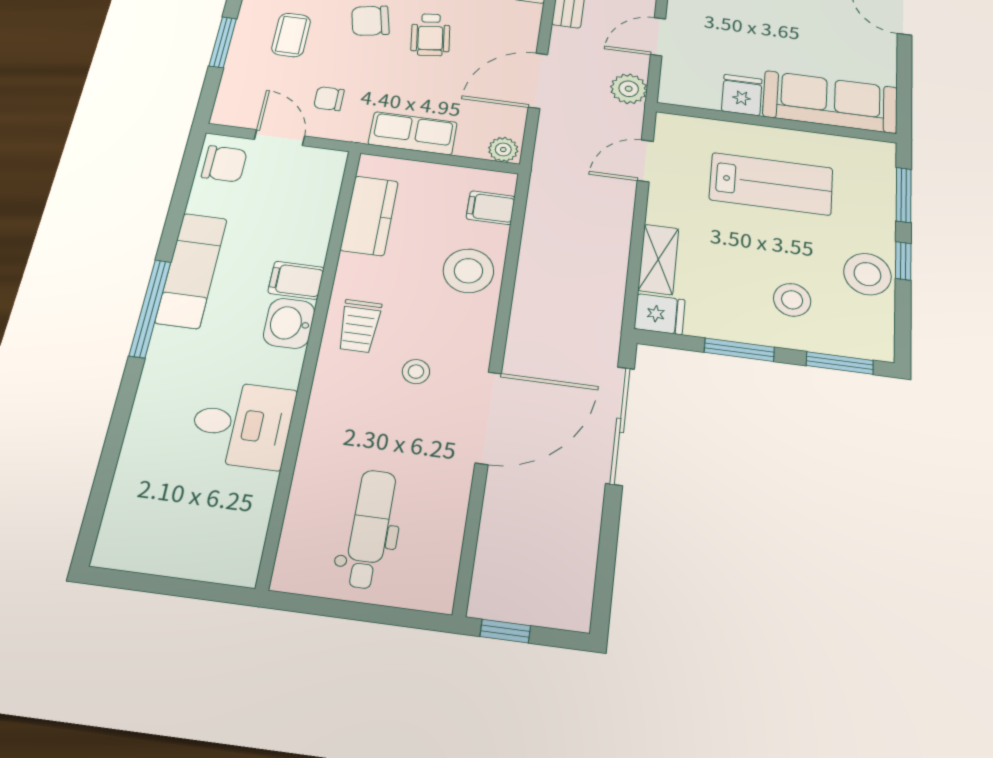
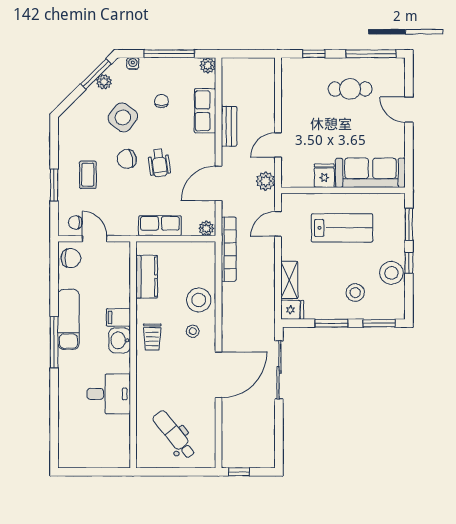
chair: (329, 99) -> (75, 222), moved
bookcase: (542, 190) -> (229, 249), added
filing cabinet: (491, 208) -> (205, 263), removed
stool: (416, 372) -> (193, 331), moved
dental chair: (370, 529) -> (174, 435), turned -39

